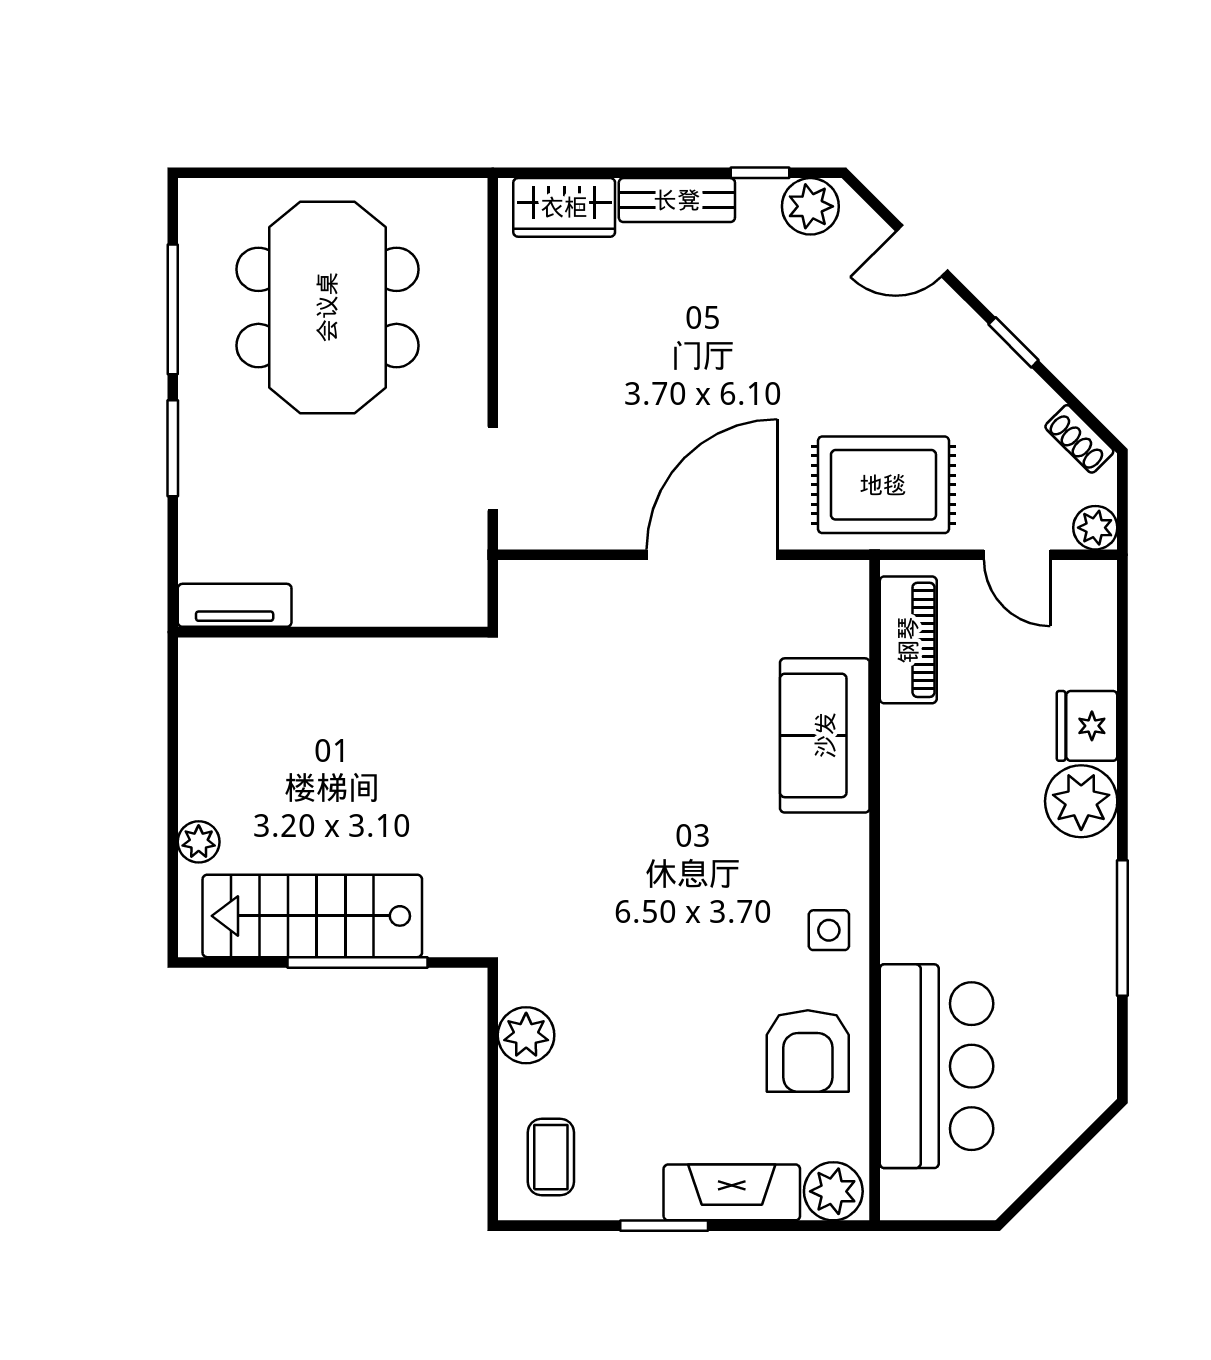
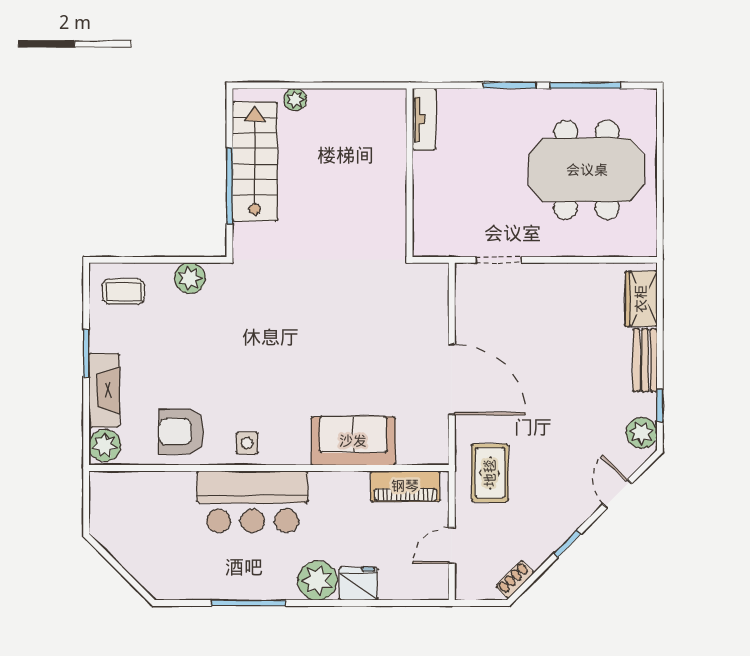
rug: (883, 485) -> (490, 473), width x0.73, depth x0.70
plant: (1095, 528) -> (466, 588), removed
bar counter: (936, 1066) -> (253, 502), moved

